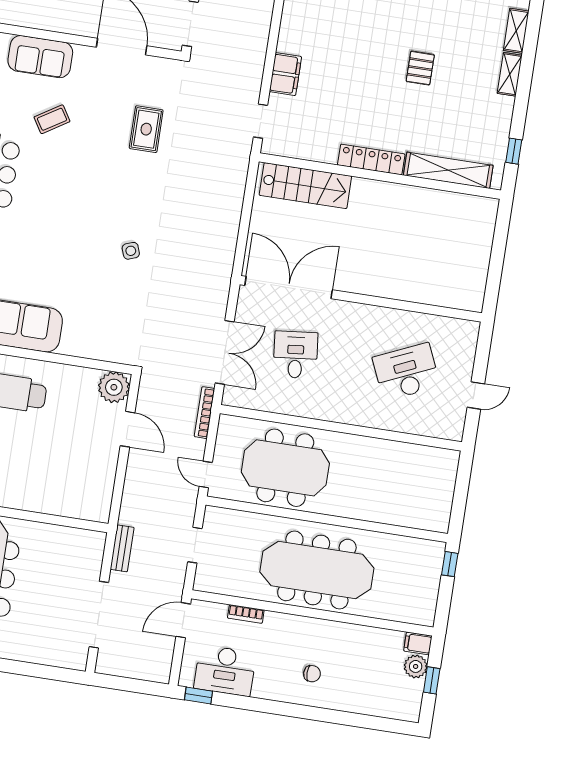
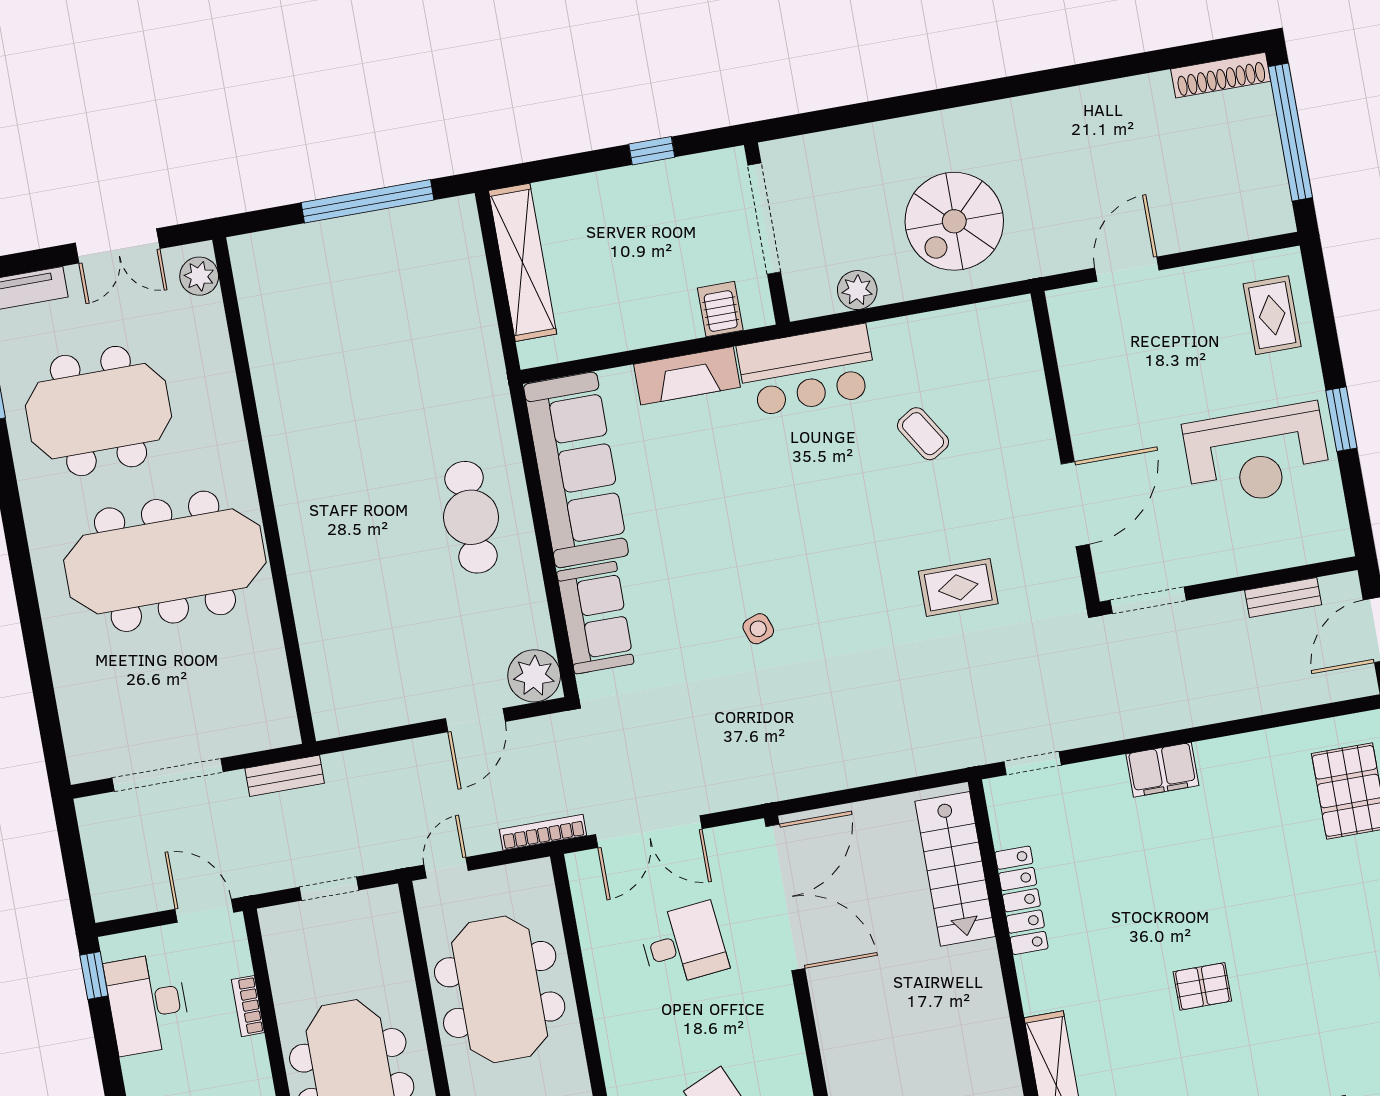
sofa: (40, 57) -> (595, 618), moved, turned 180
filing cabinet: (285, 74) -> (1162, 770), moved
locker: (371, 160) -> (1021, 900), moved

